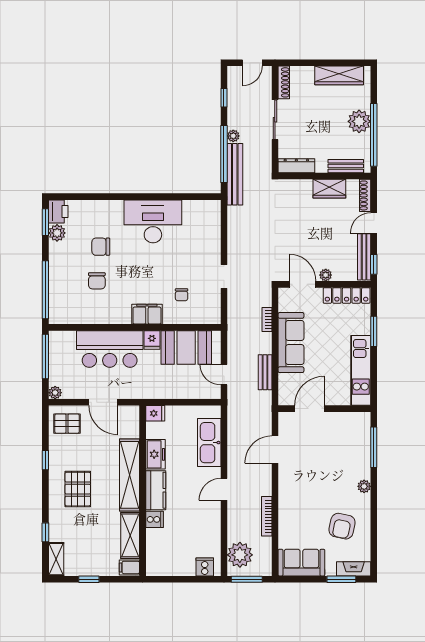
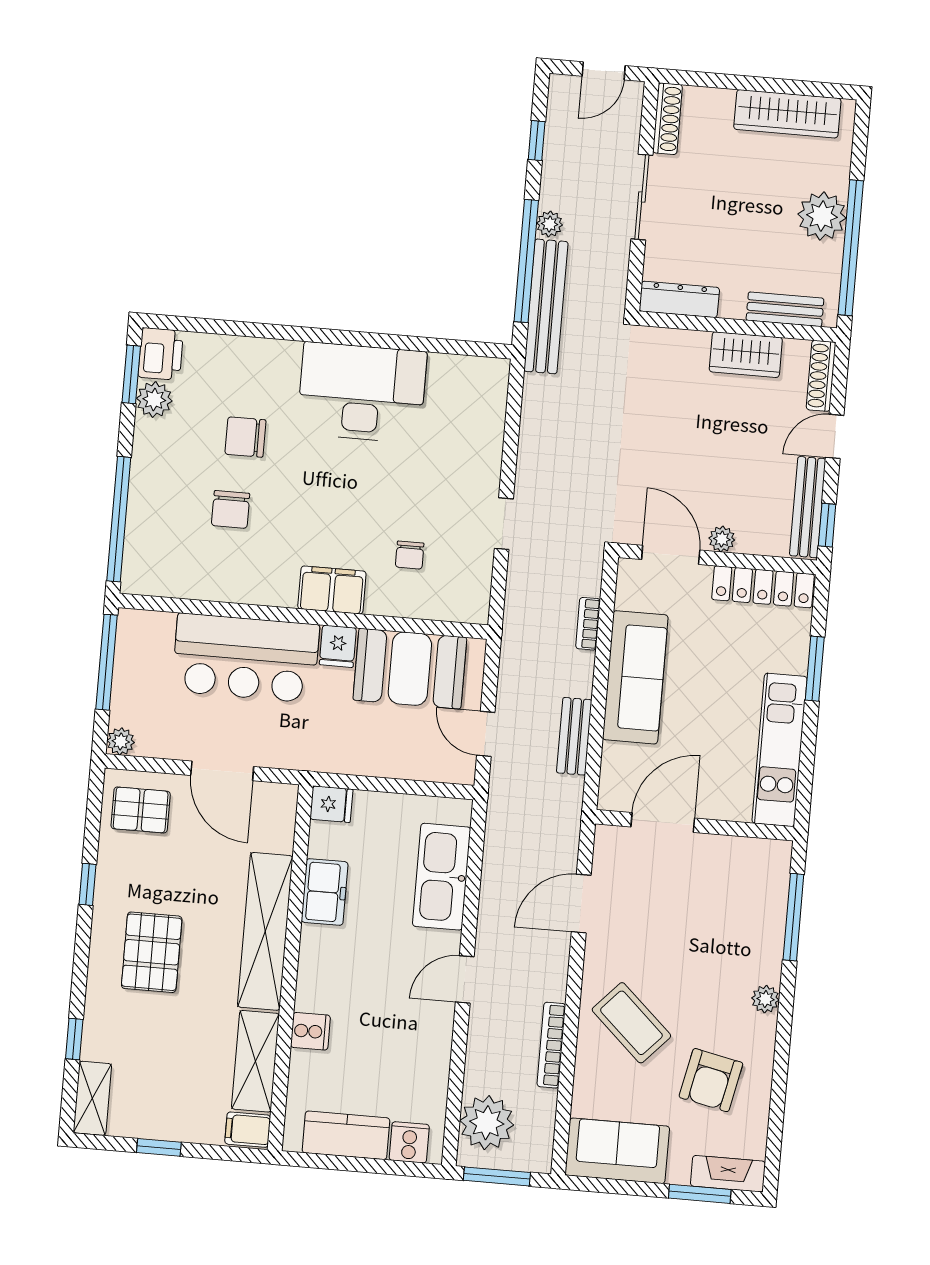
kitchen counter: (156, 490) -> (346, 1135), moved, turned -90
coffee table: (303, 503) -> (631, 1023), added

